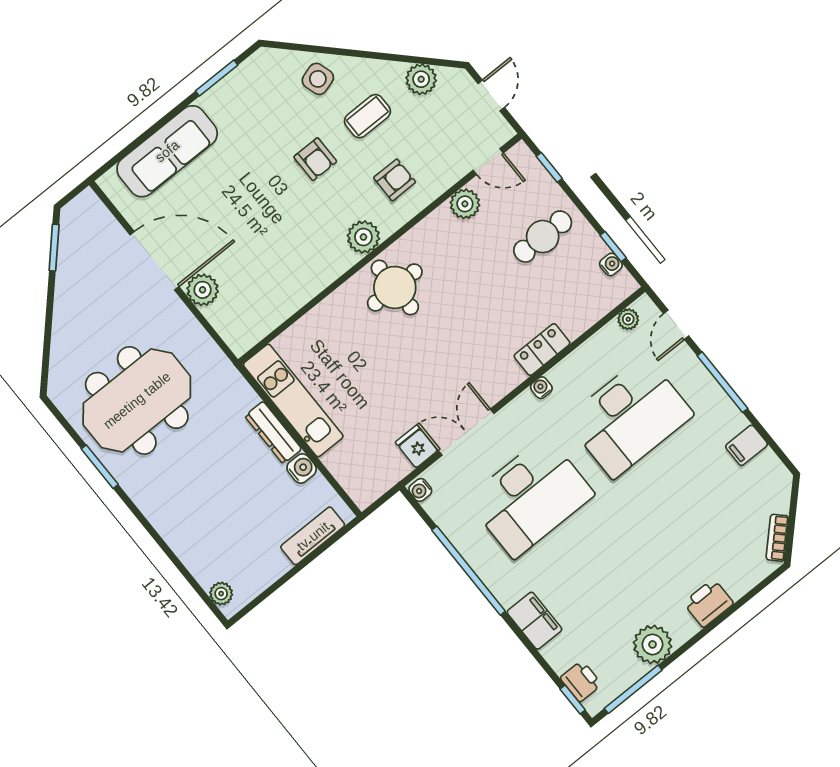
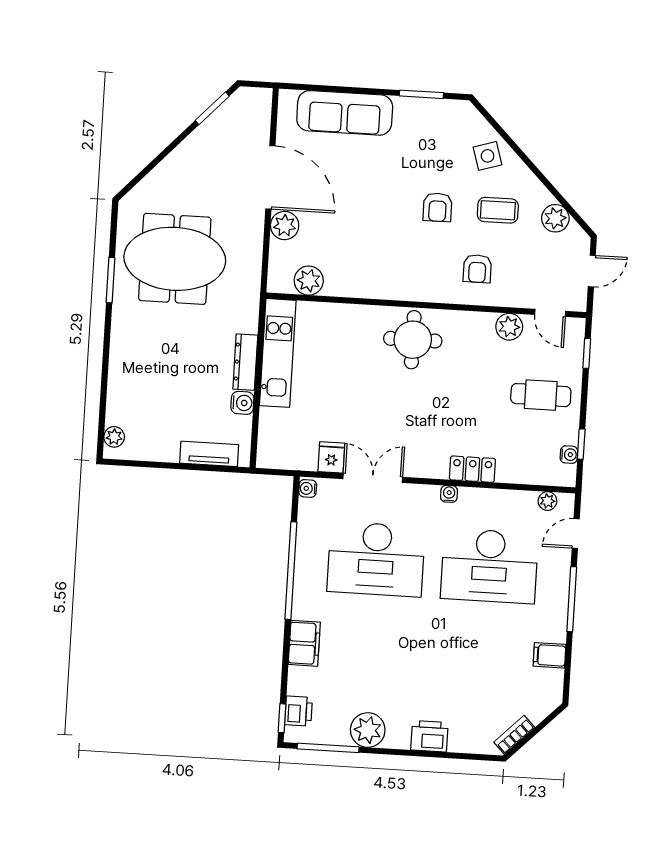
armchair: (395, 180) -> (477, 269), turned 90
plant: (363, 237) -> (309, 281), moved

